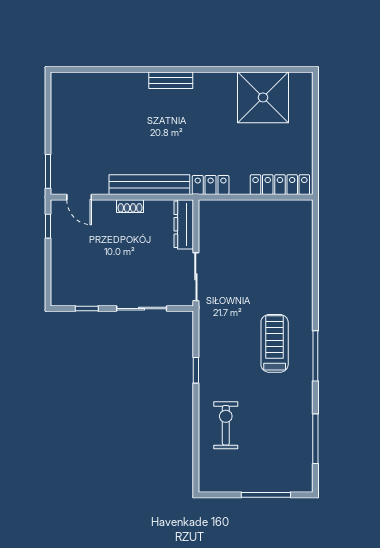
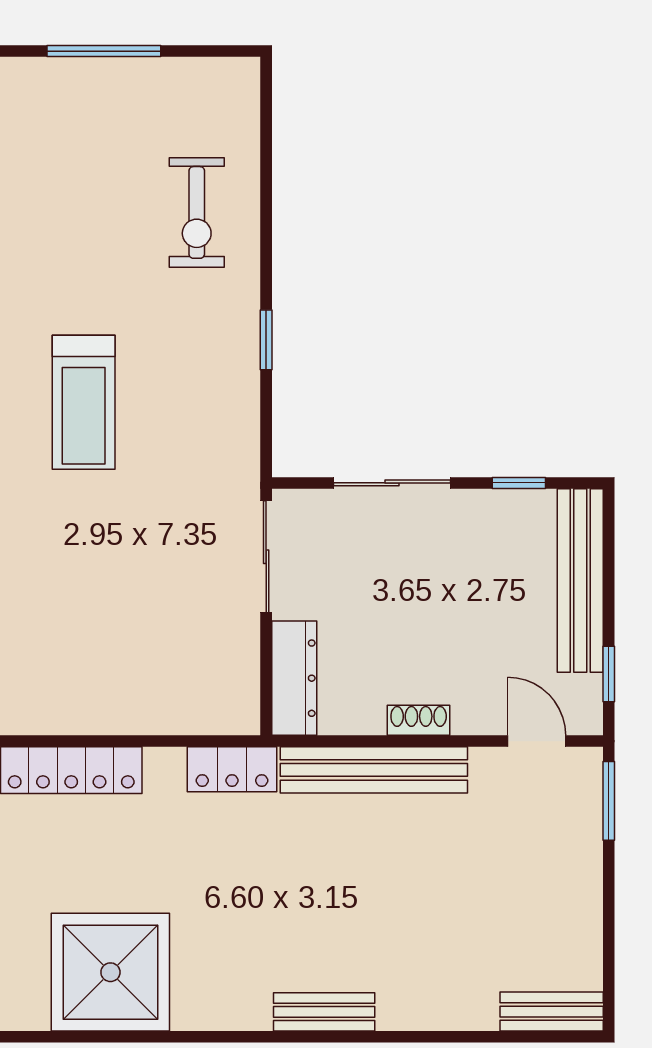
bench: (73, 80) -> (552, 1012), added
bench: (60, 266) -> (580, 580), added

